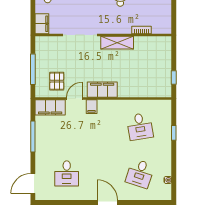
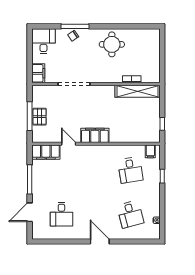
shelving: (117, 43) -> (138, 91), moved, width x1.47
pallet: (57, 81) -> (40, 117), moved
door: (74, 99) -> (69, 144), hinge flipped
filing cabinet: (92, 107) -> (150, 151), moved
desk: (140, 173) -> (130, 214), turned -33
door: (33, 183) -> (30, 212), moved

